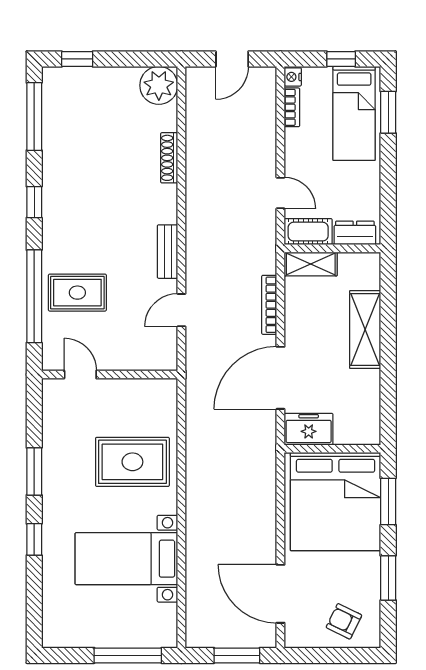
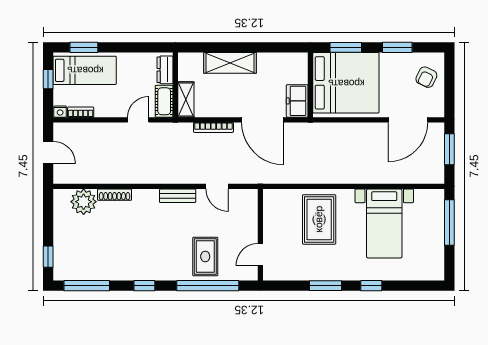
plant: (159, 85) -> (84, 202), moved

